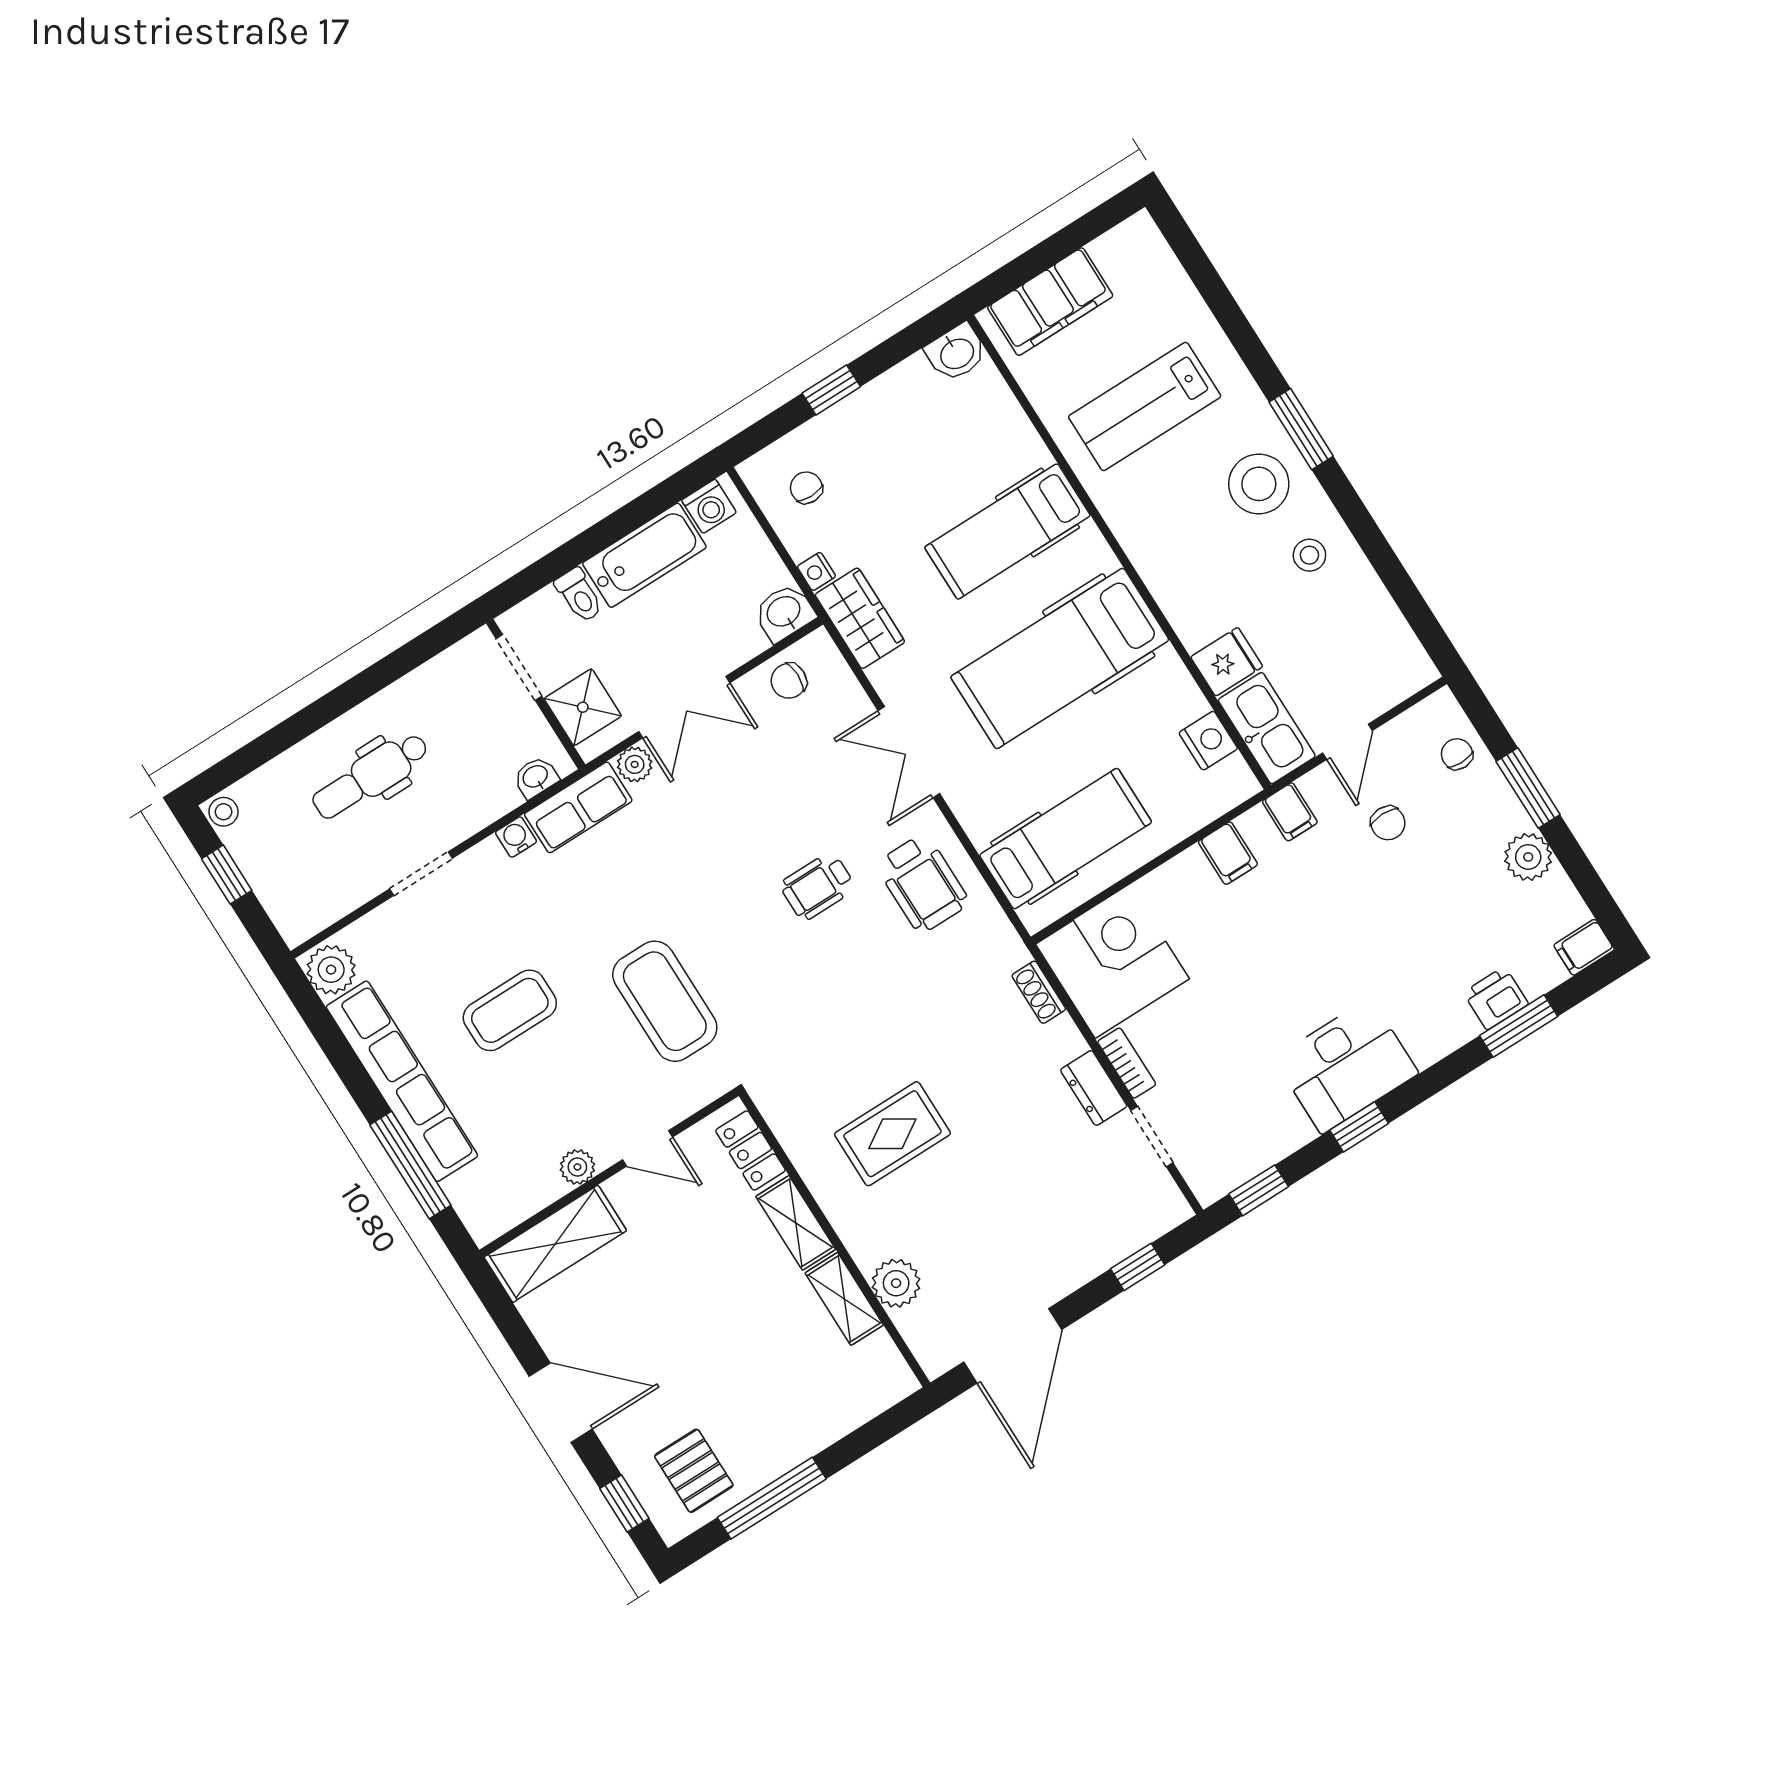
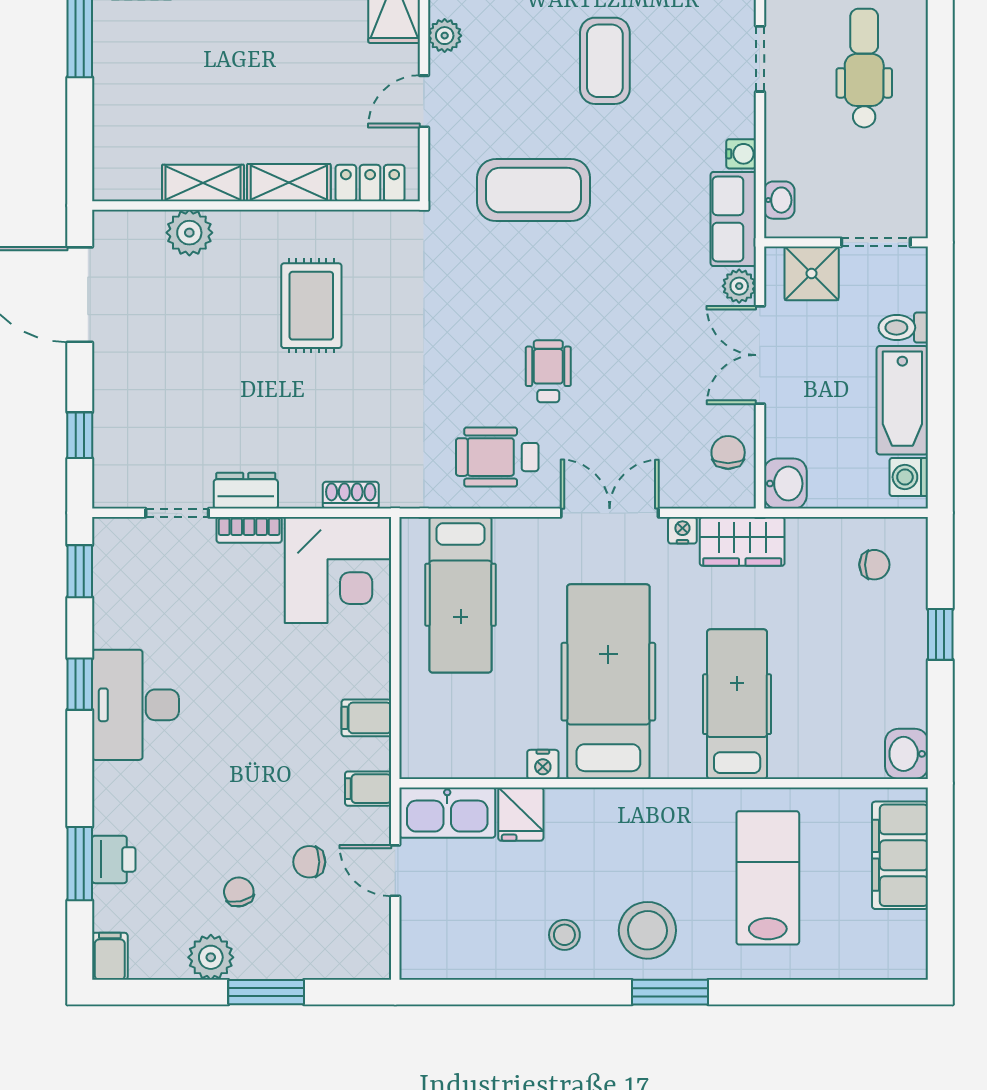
nightstand: (816, 571) -> (682, 530), moved
nightstand: (1208, 741) -> (543, 764), moved, width x0.72, depth x0.74
chair: (1457, 754) -> (239, 892), moved, turned -103

